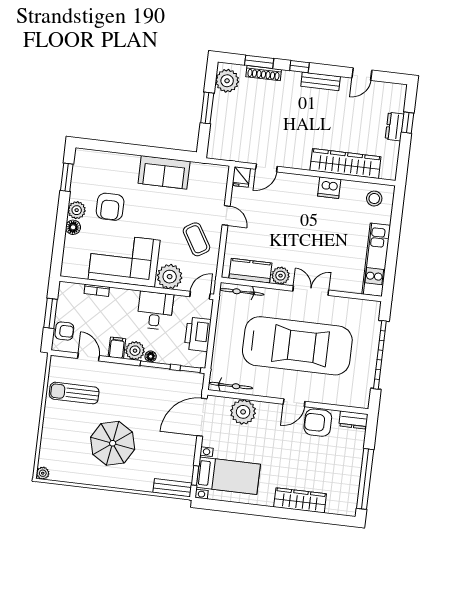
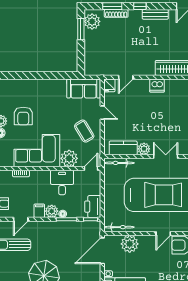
window: (207, 108) -> (81, 29), moved
sofa: (164, 172) -> (84, 88), moved
dishwasher: (329, 188) -> (157, 86), moved
printer: (198, 334) -> (93, 207), moved
door: (88, 357) -> (21, 219), swing flipped

